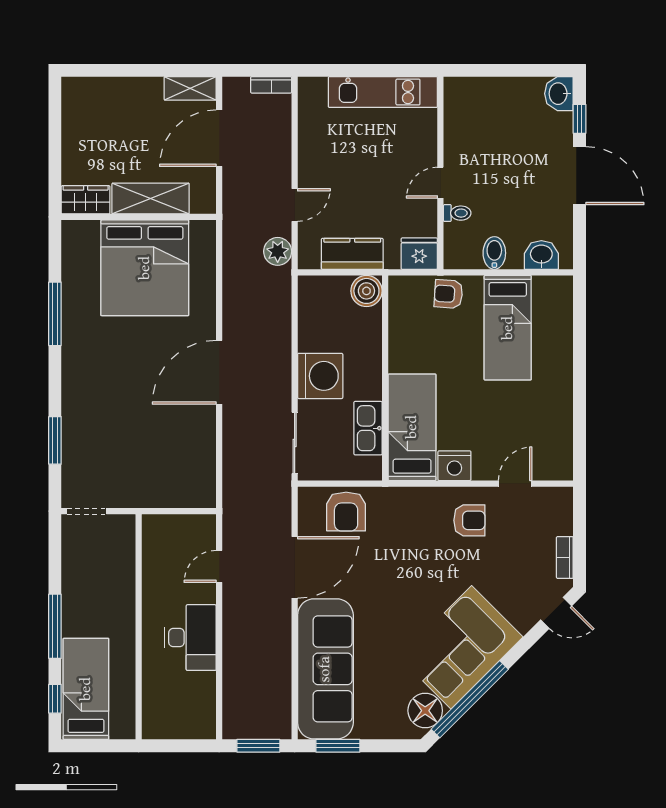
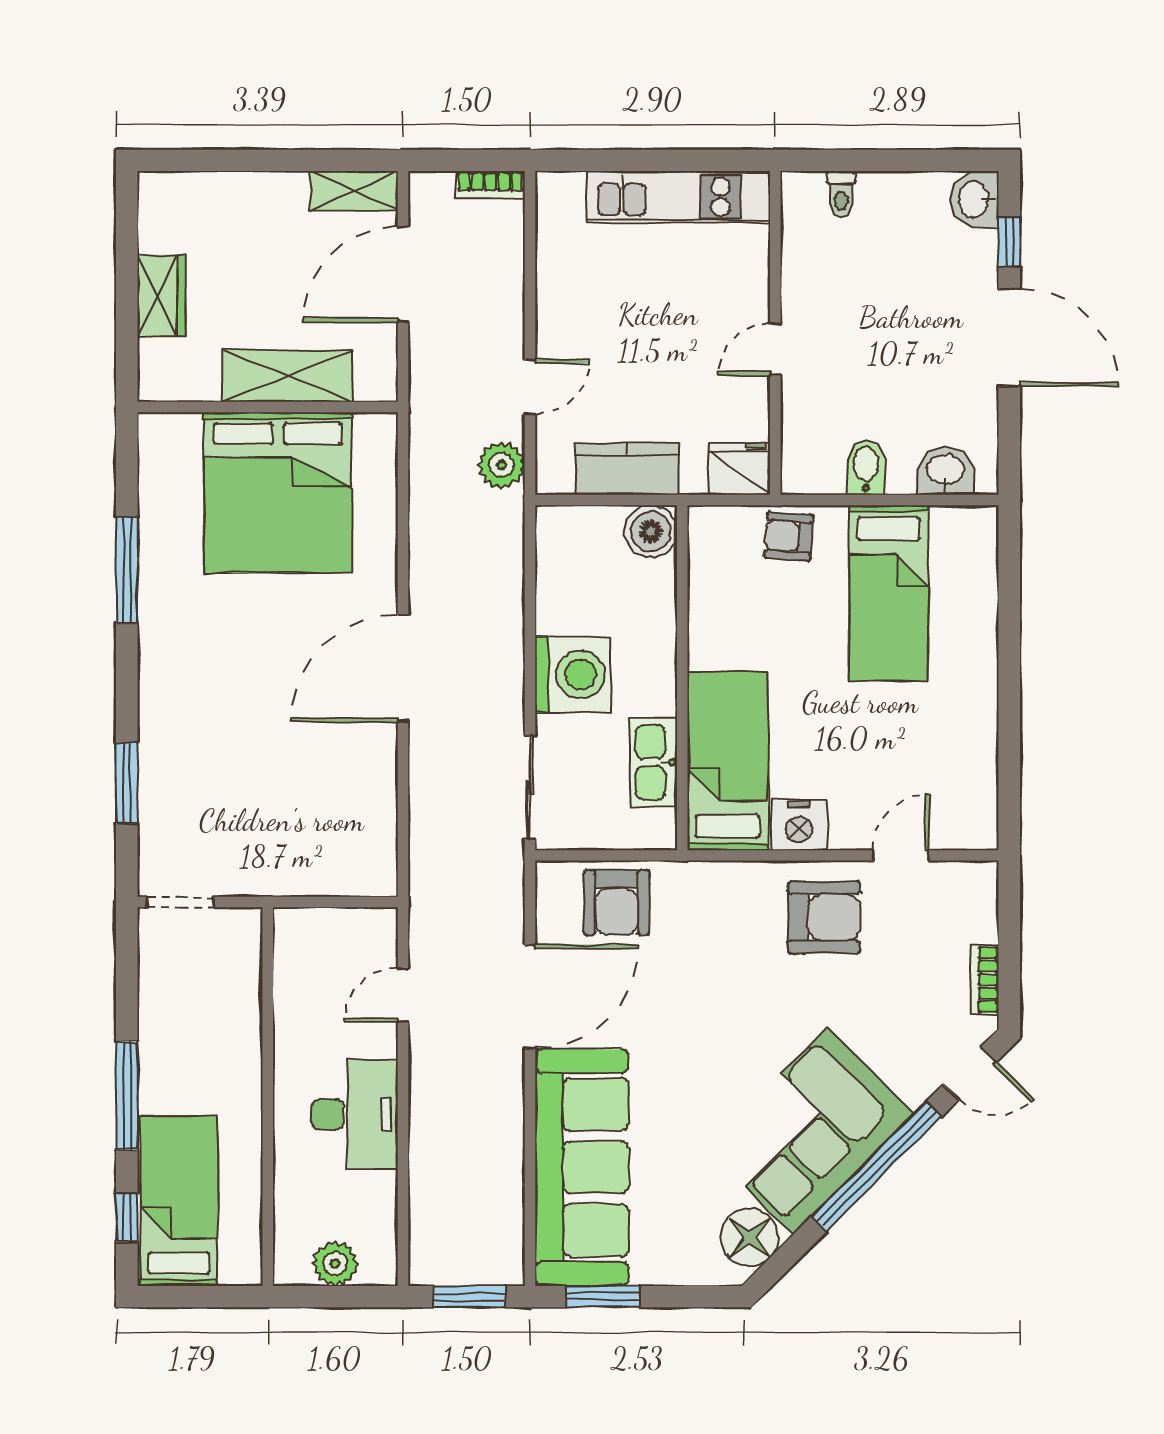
wardrobe: (86, 200) -> (161, 296), moved, turned 90
toilet: (457, 213) -> (841, 194), moved, turned 90
armchair: (469, 520) -> (824, 917), width x1.38, depth x1.38
window: (470, 699) -> (877, 1166), moved
plant: (179, 726) -> (335, 1264), added

